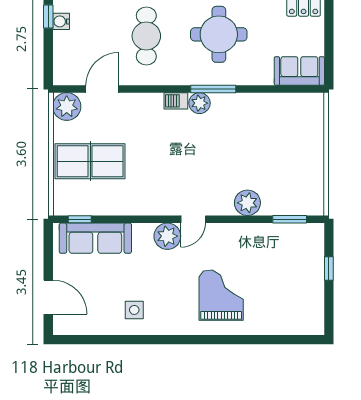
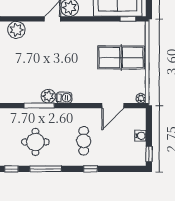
water cooler: (61, 21) -> (140, 136), moved
round table: (219, 34) -> (35, 142), width x0.73, depth x0.73
cafe table: (146, 36) -> (84, 141), width x0.73, depth x0.74
plant: (67, 107) -> (141, 98), width x0.53, depth x0.53

